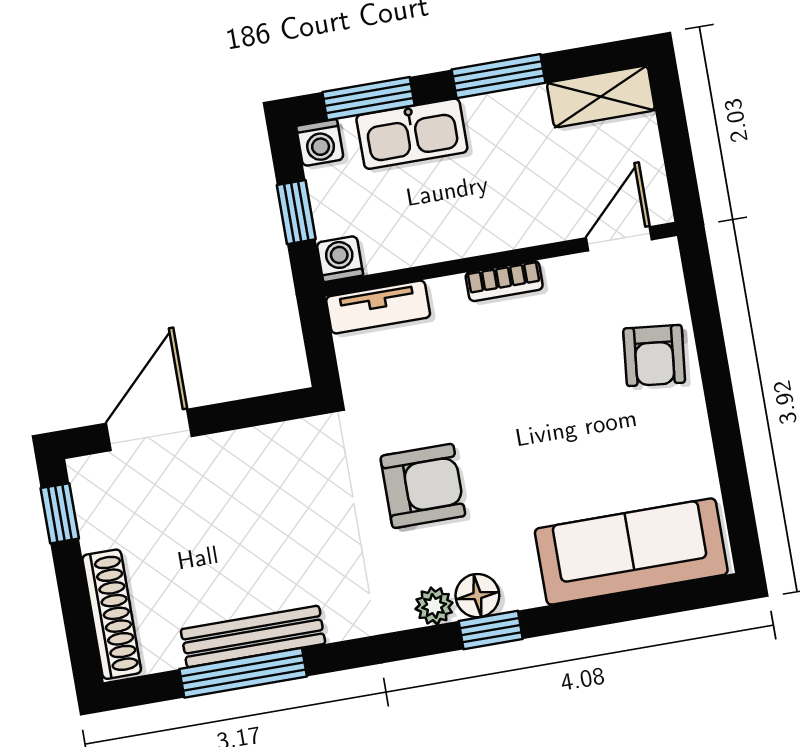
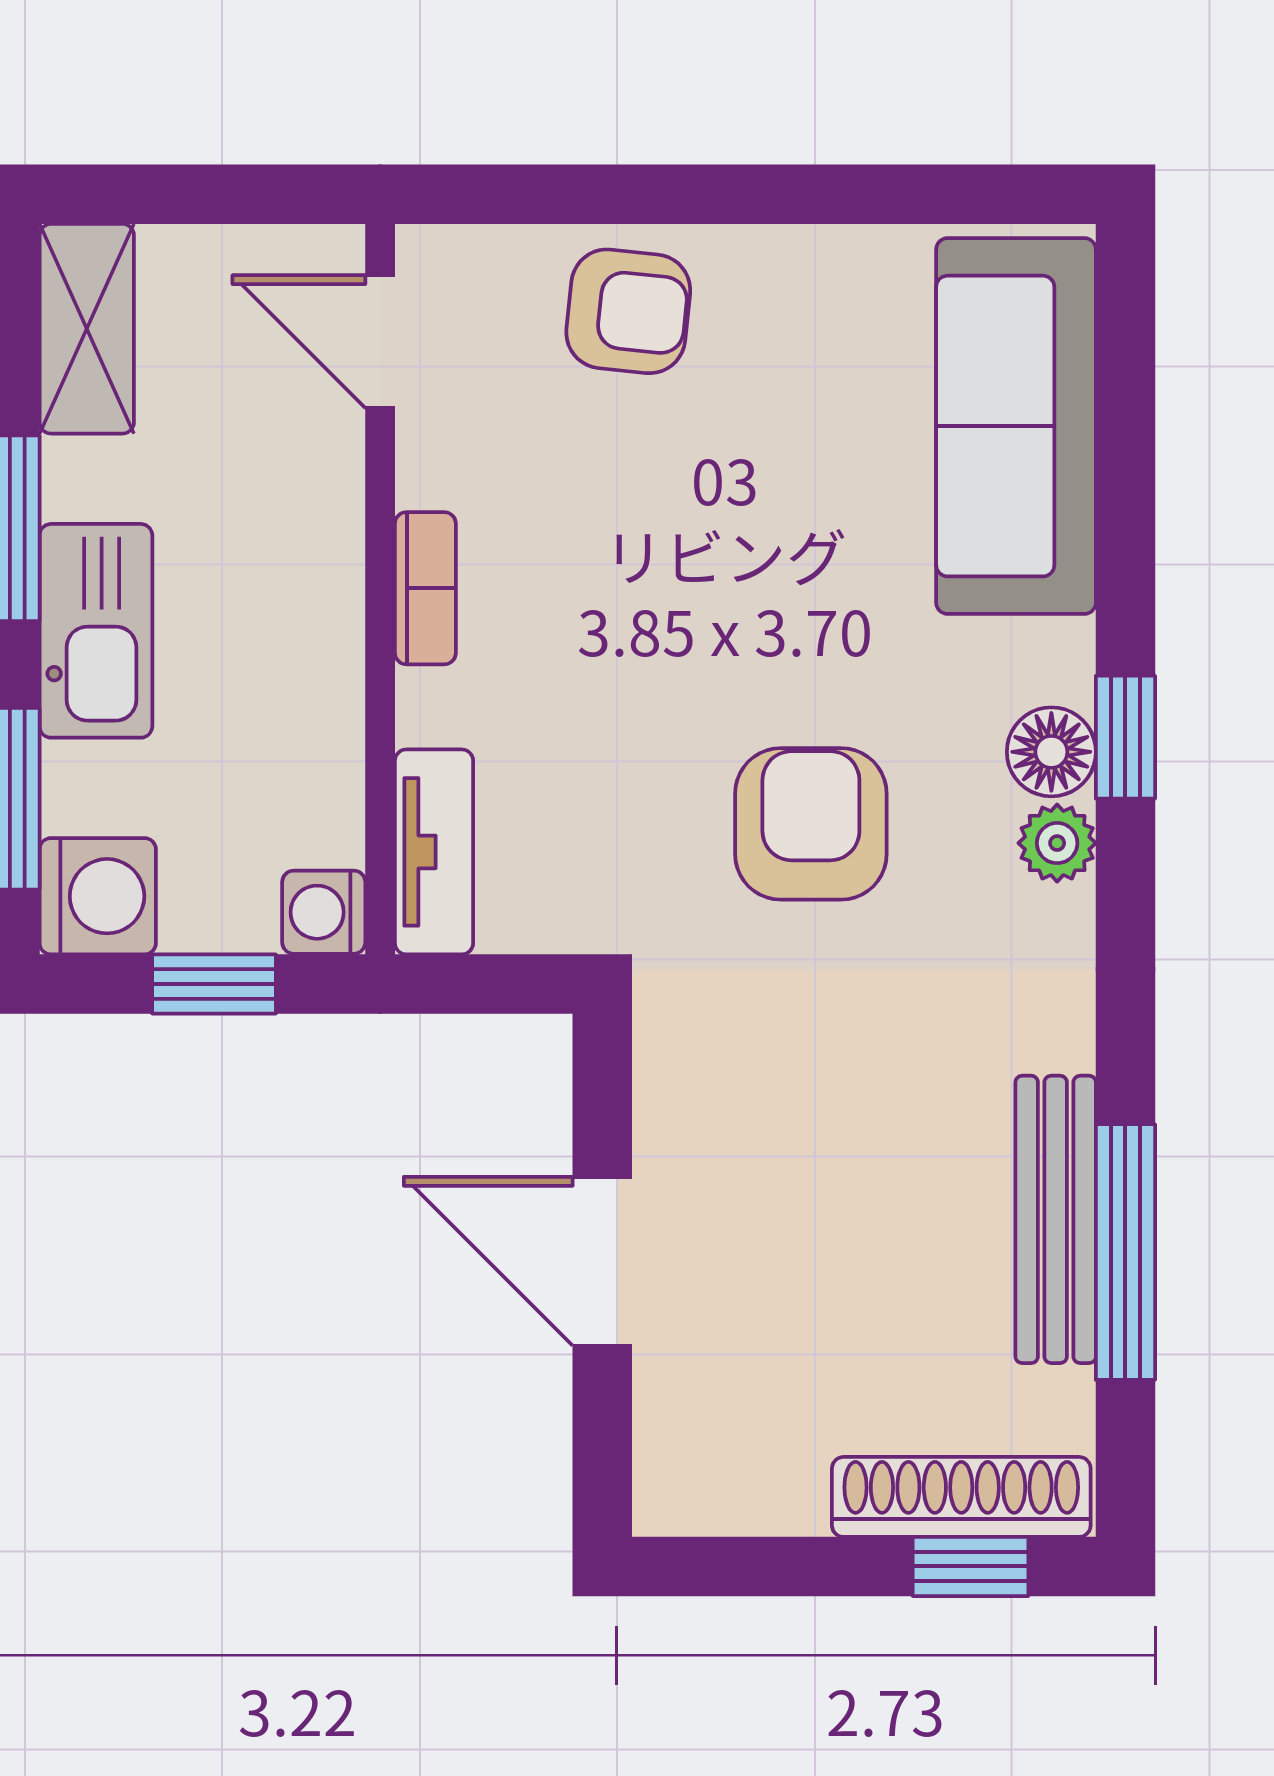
kitchen sink: (412, 134) -> (96, 631), moved
washing machine: (320, 143) -> (98, 896), width x1.38, depth x1.38
door: (149, 430) -> (602, 1261), moved
window: (60, 513) -> (971, 1566), moved

